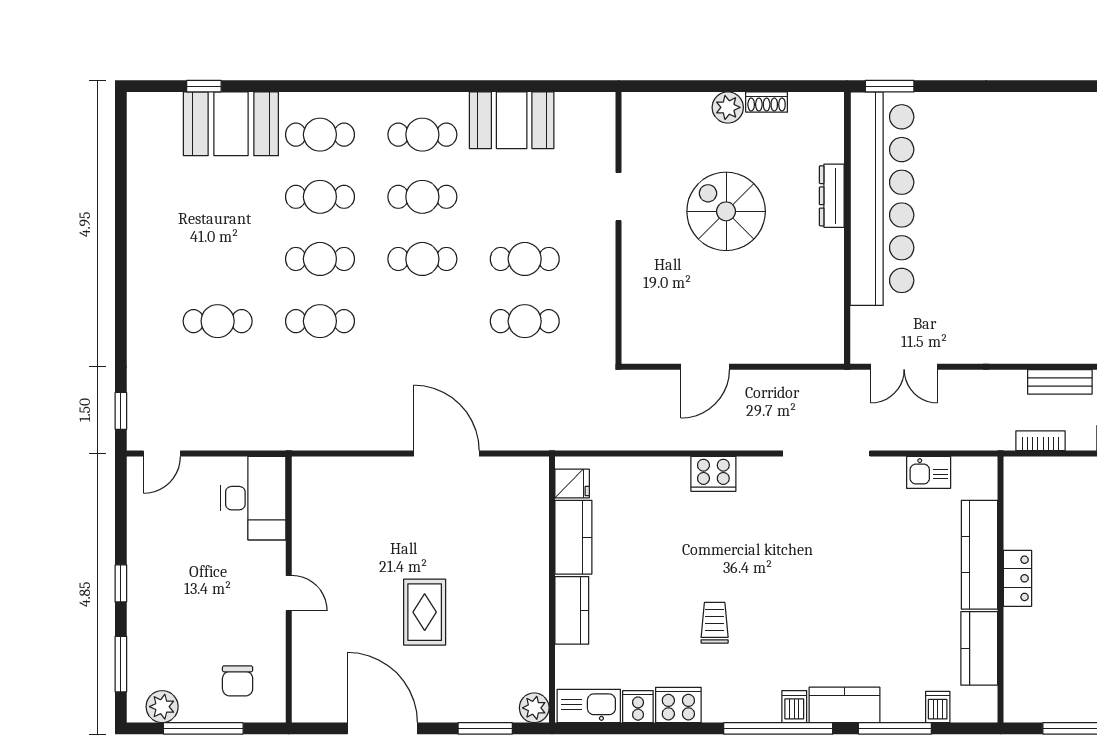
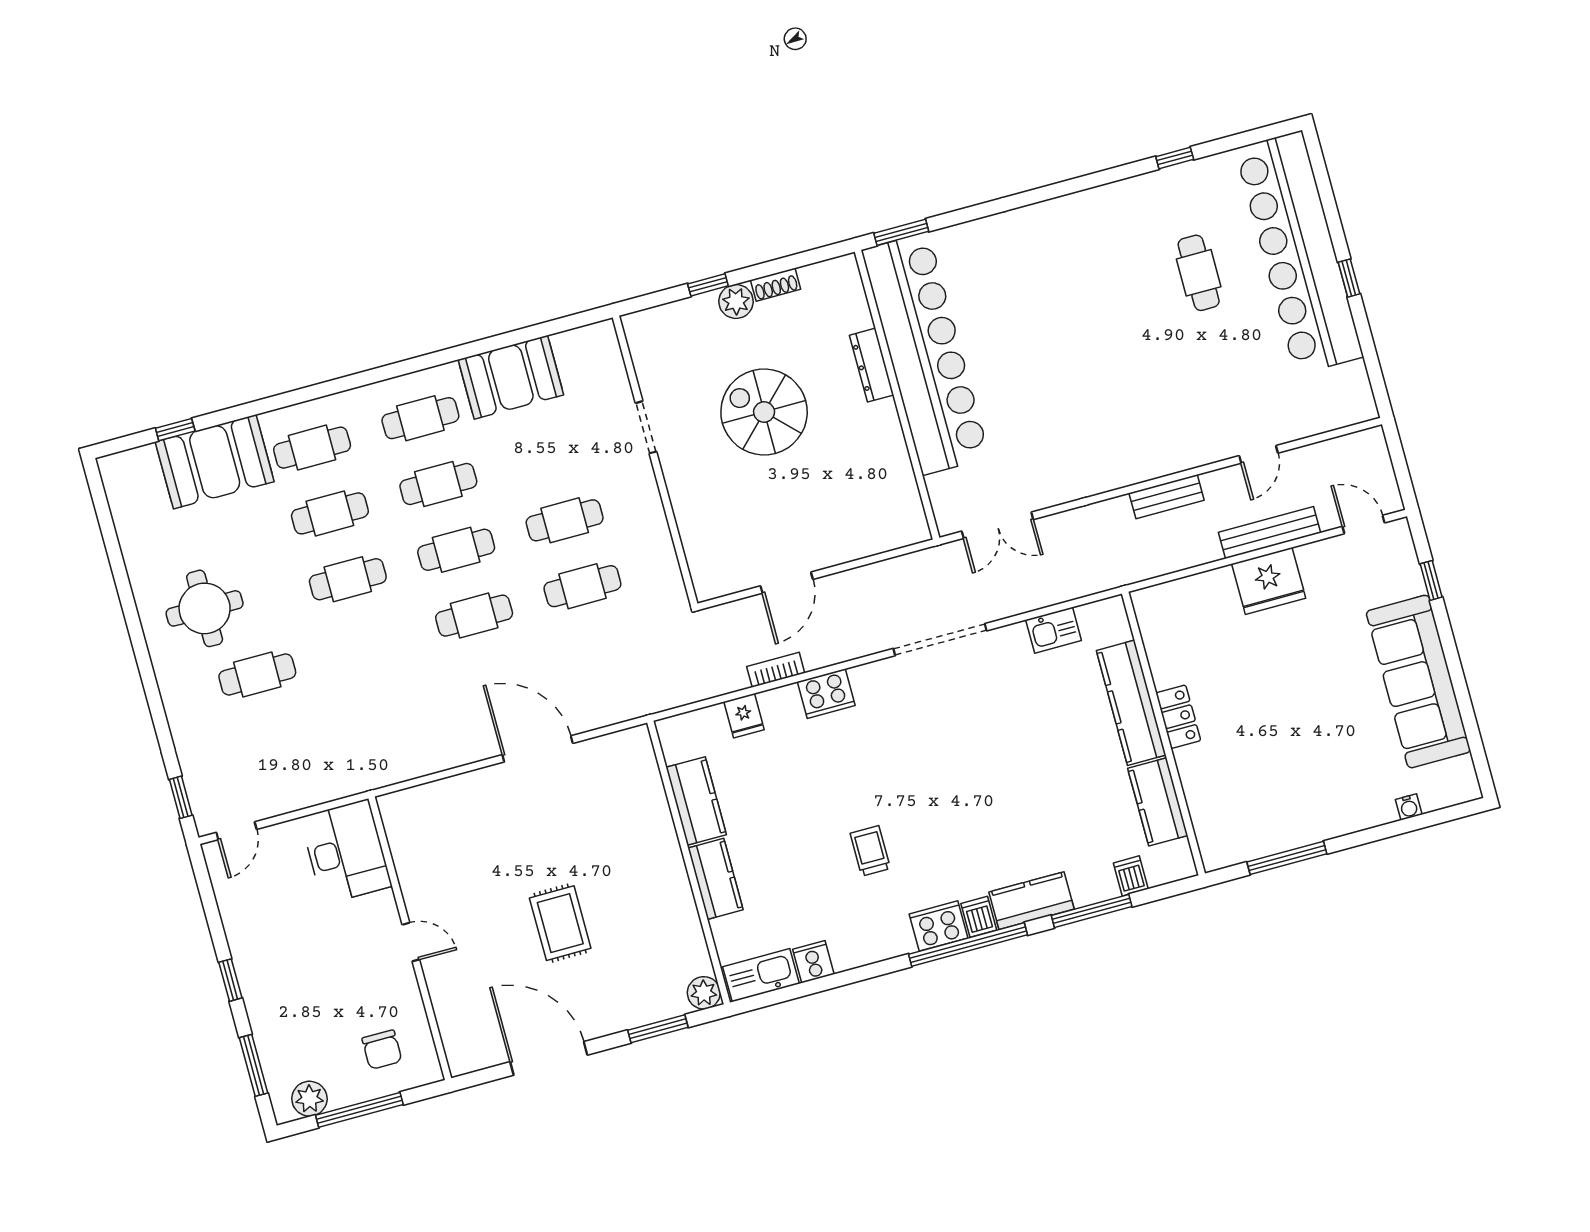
window: (707, 86) -> (708, 285), added
round table: (187, 250) -> (205, 608), added
cafe table: (320, 321) -> (474, 616), moved
bookcase: (1040, 441) -> (776, 670), moved
fridge: (572, 484) -> (744, 716), moved, turned 90
cooker: (678, 705) -> (938, 926), moved

